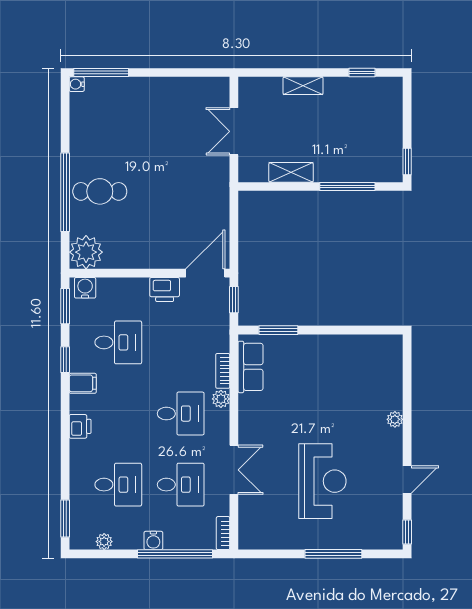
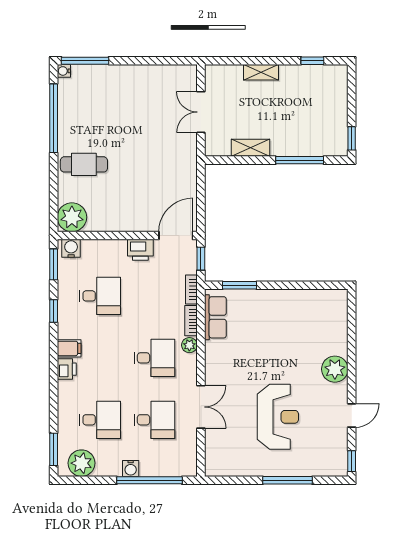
window: (65, 192) -> (54, 118), moved
filing cabinet: (83, 383) -> (69, 348), moved
plant: (395, 419) -> (335, 369), width x1.87, depth x1.87
bookcase: (223, 533) -> (191, 289), moved
plant: (104, 542) -> (81, 463), width x1.88, depth x1.88

